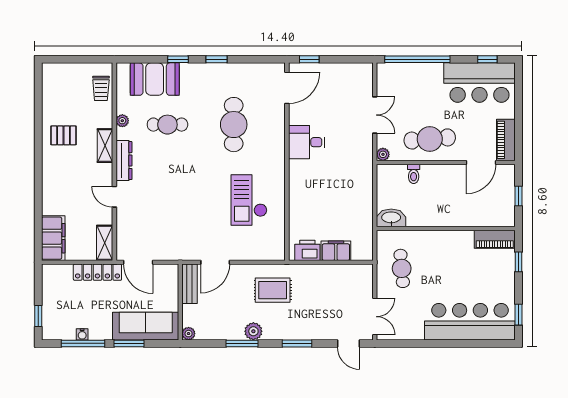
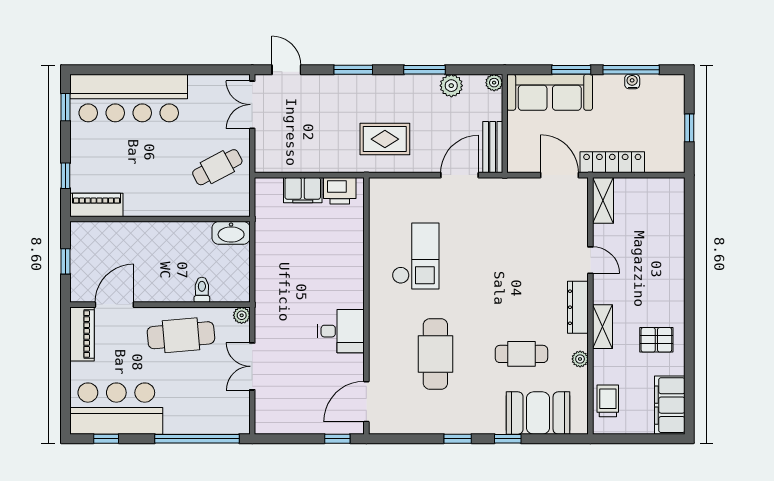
filing cabinet: (53, 238) -> (670, 405), moved
cafe table: (402, 268) -> (217, 167), turned 67
window: (38, 316) -> (689, 128), moved
plant: (253, 331) -> (451, 86), moved

